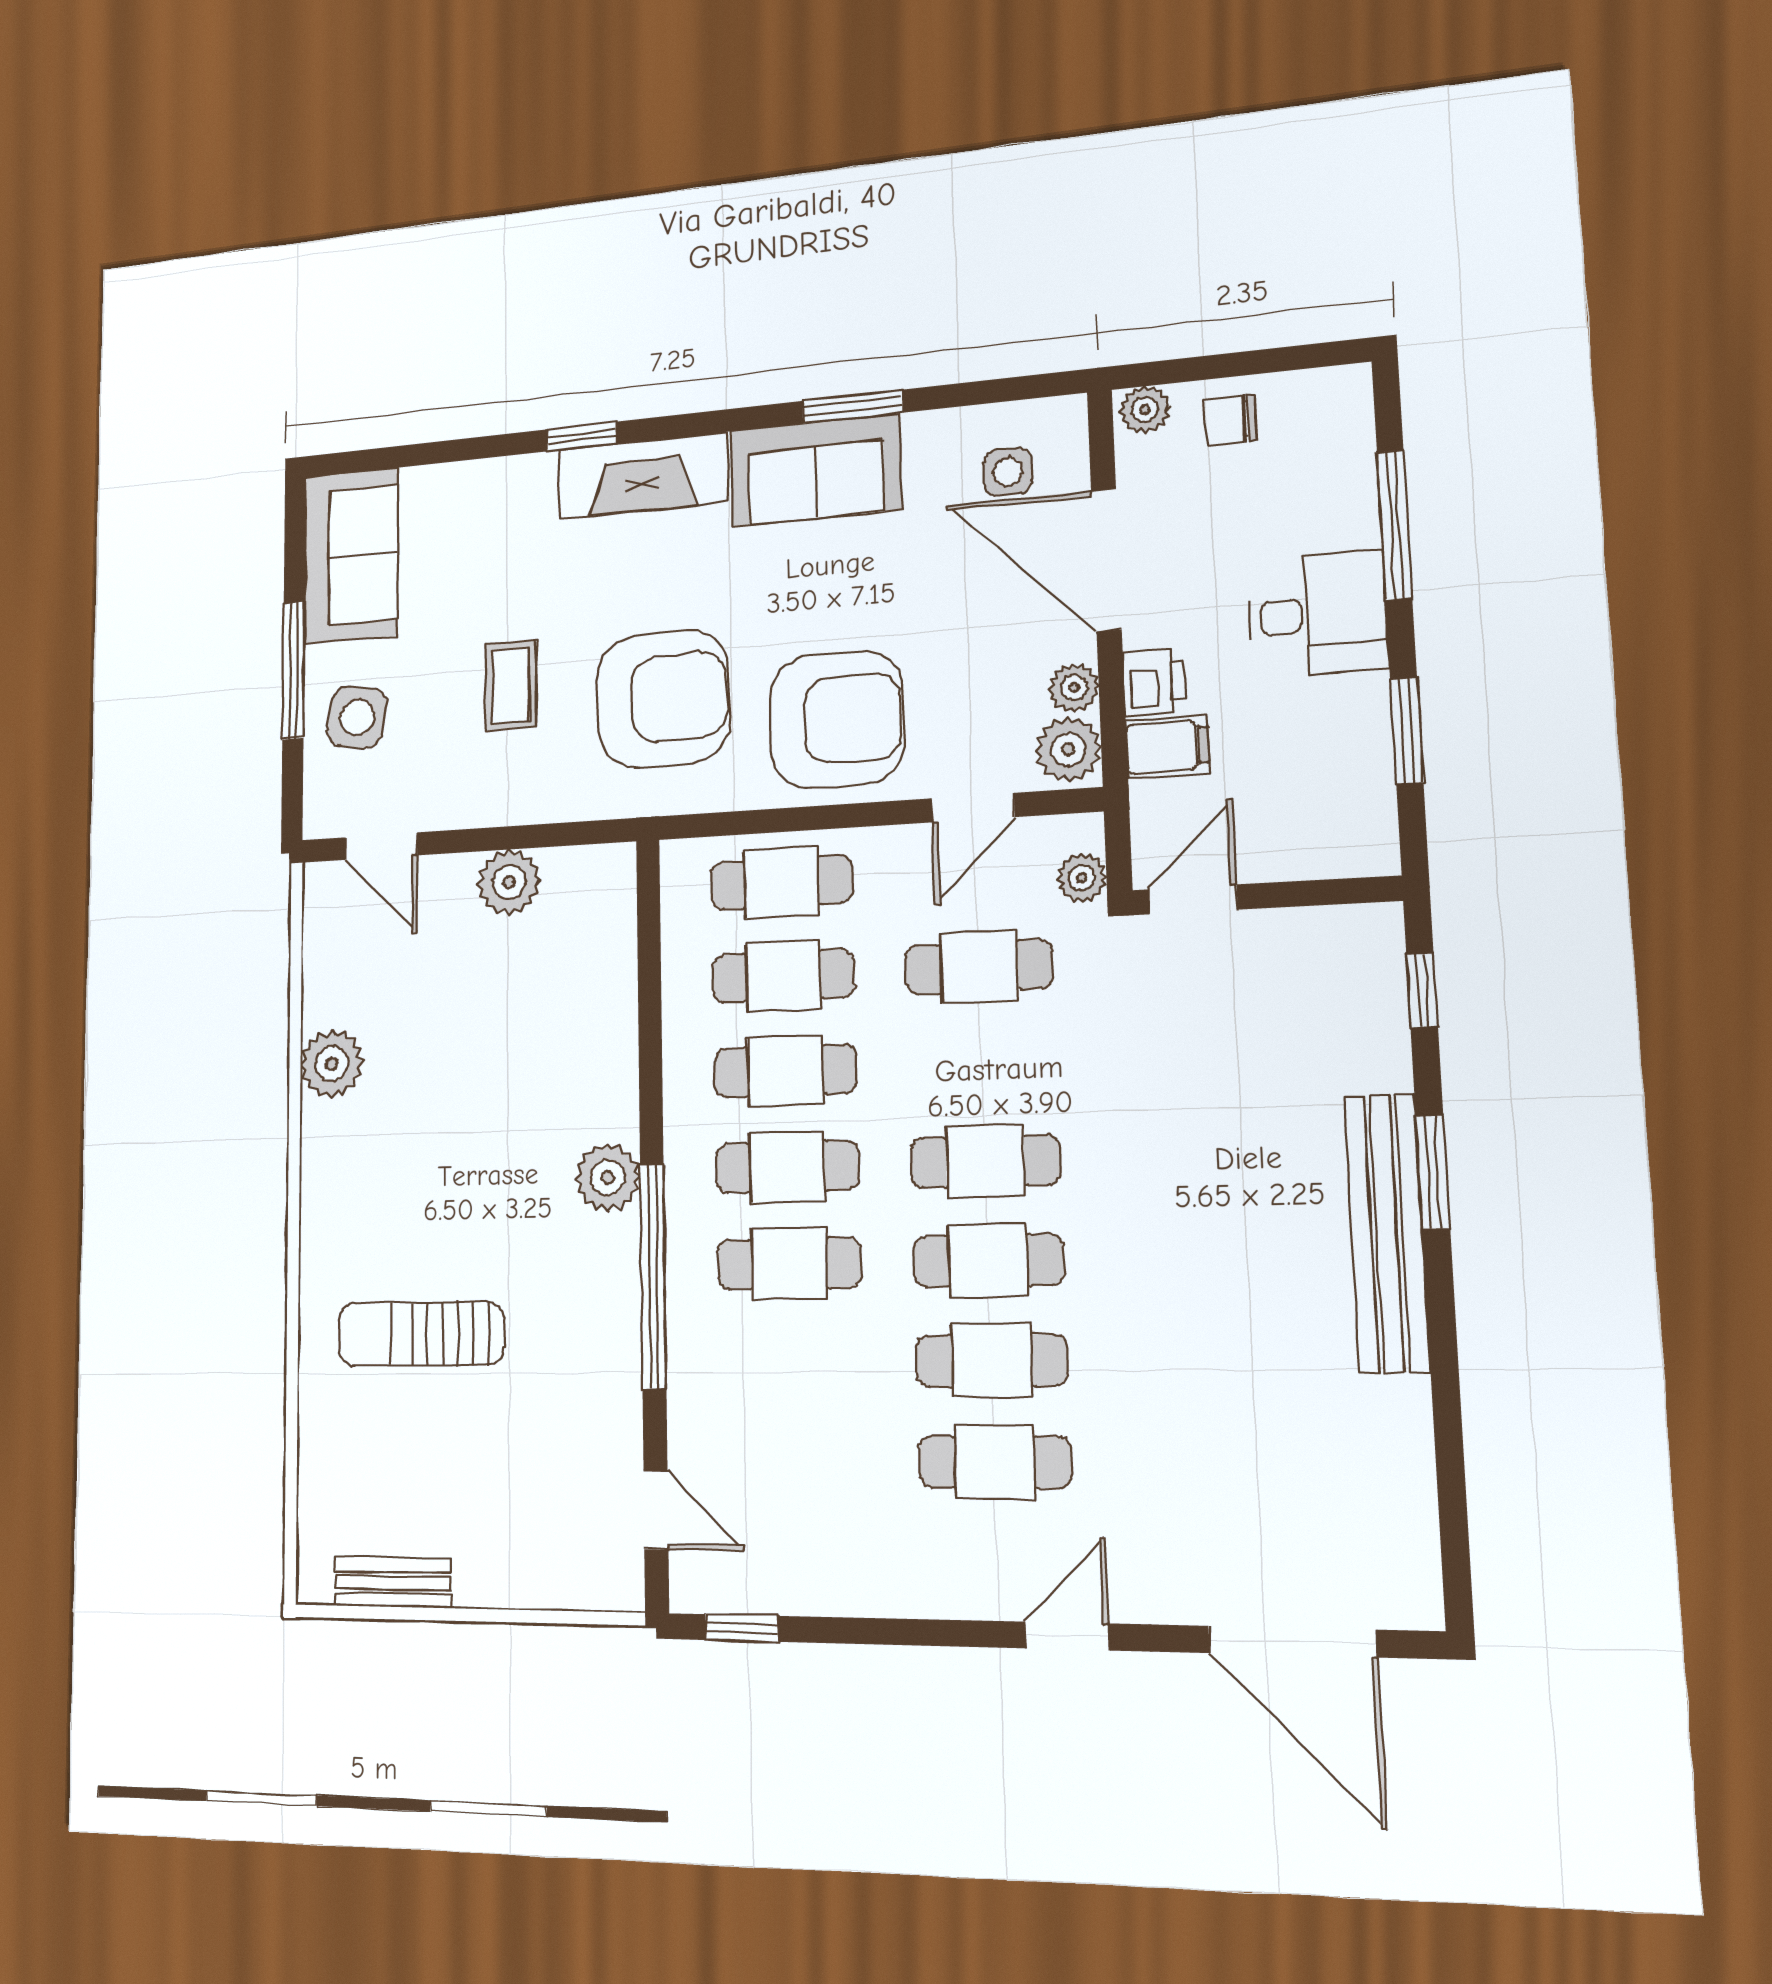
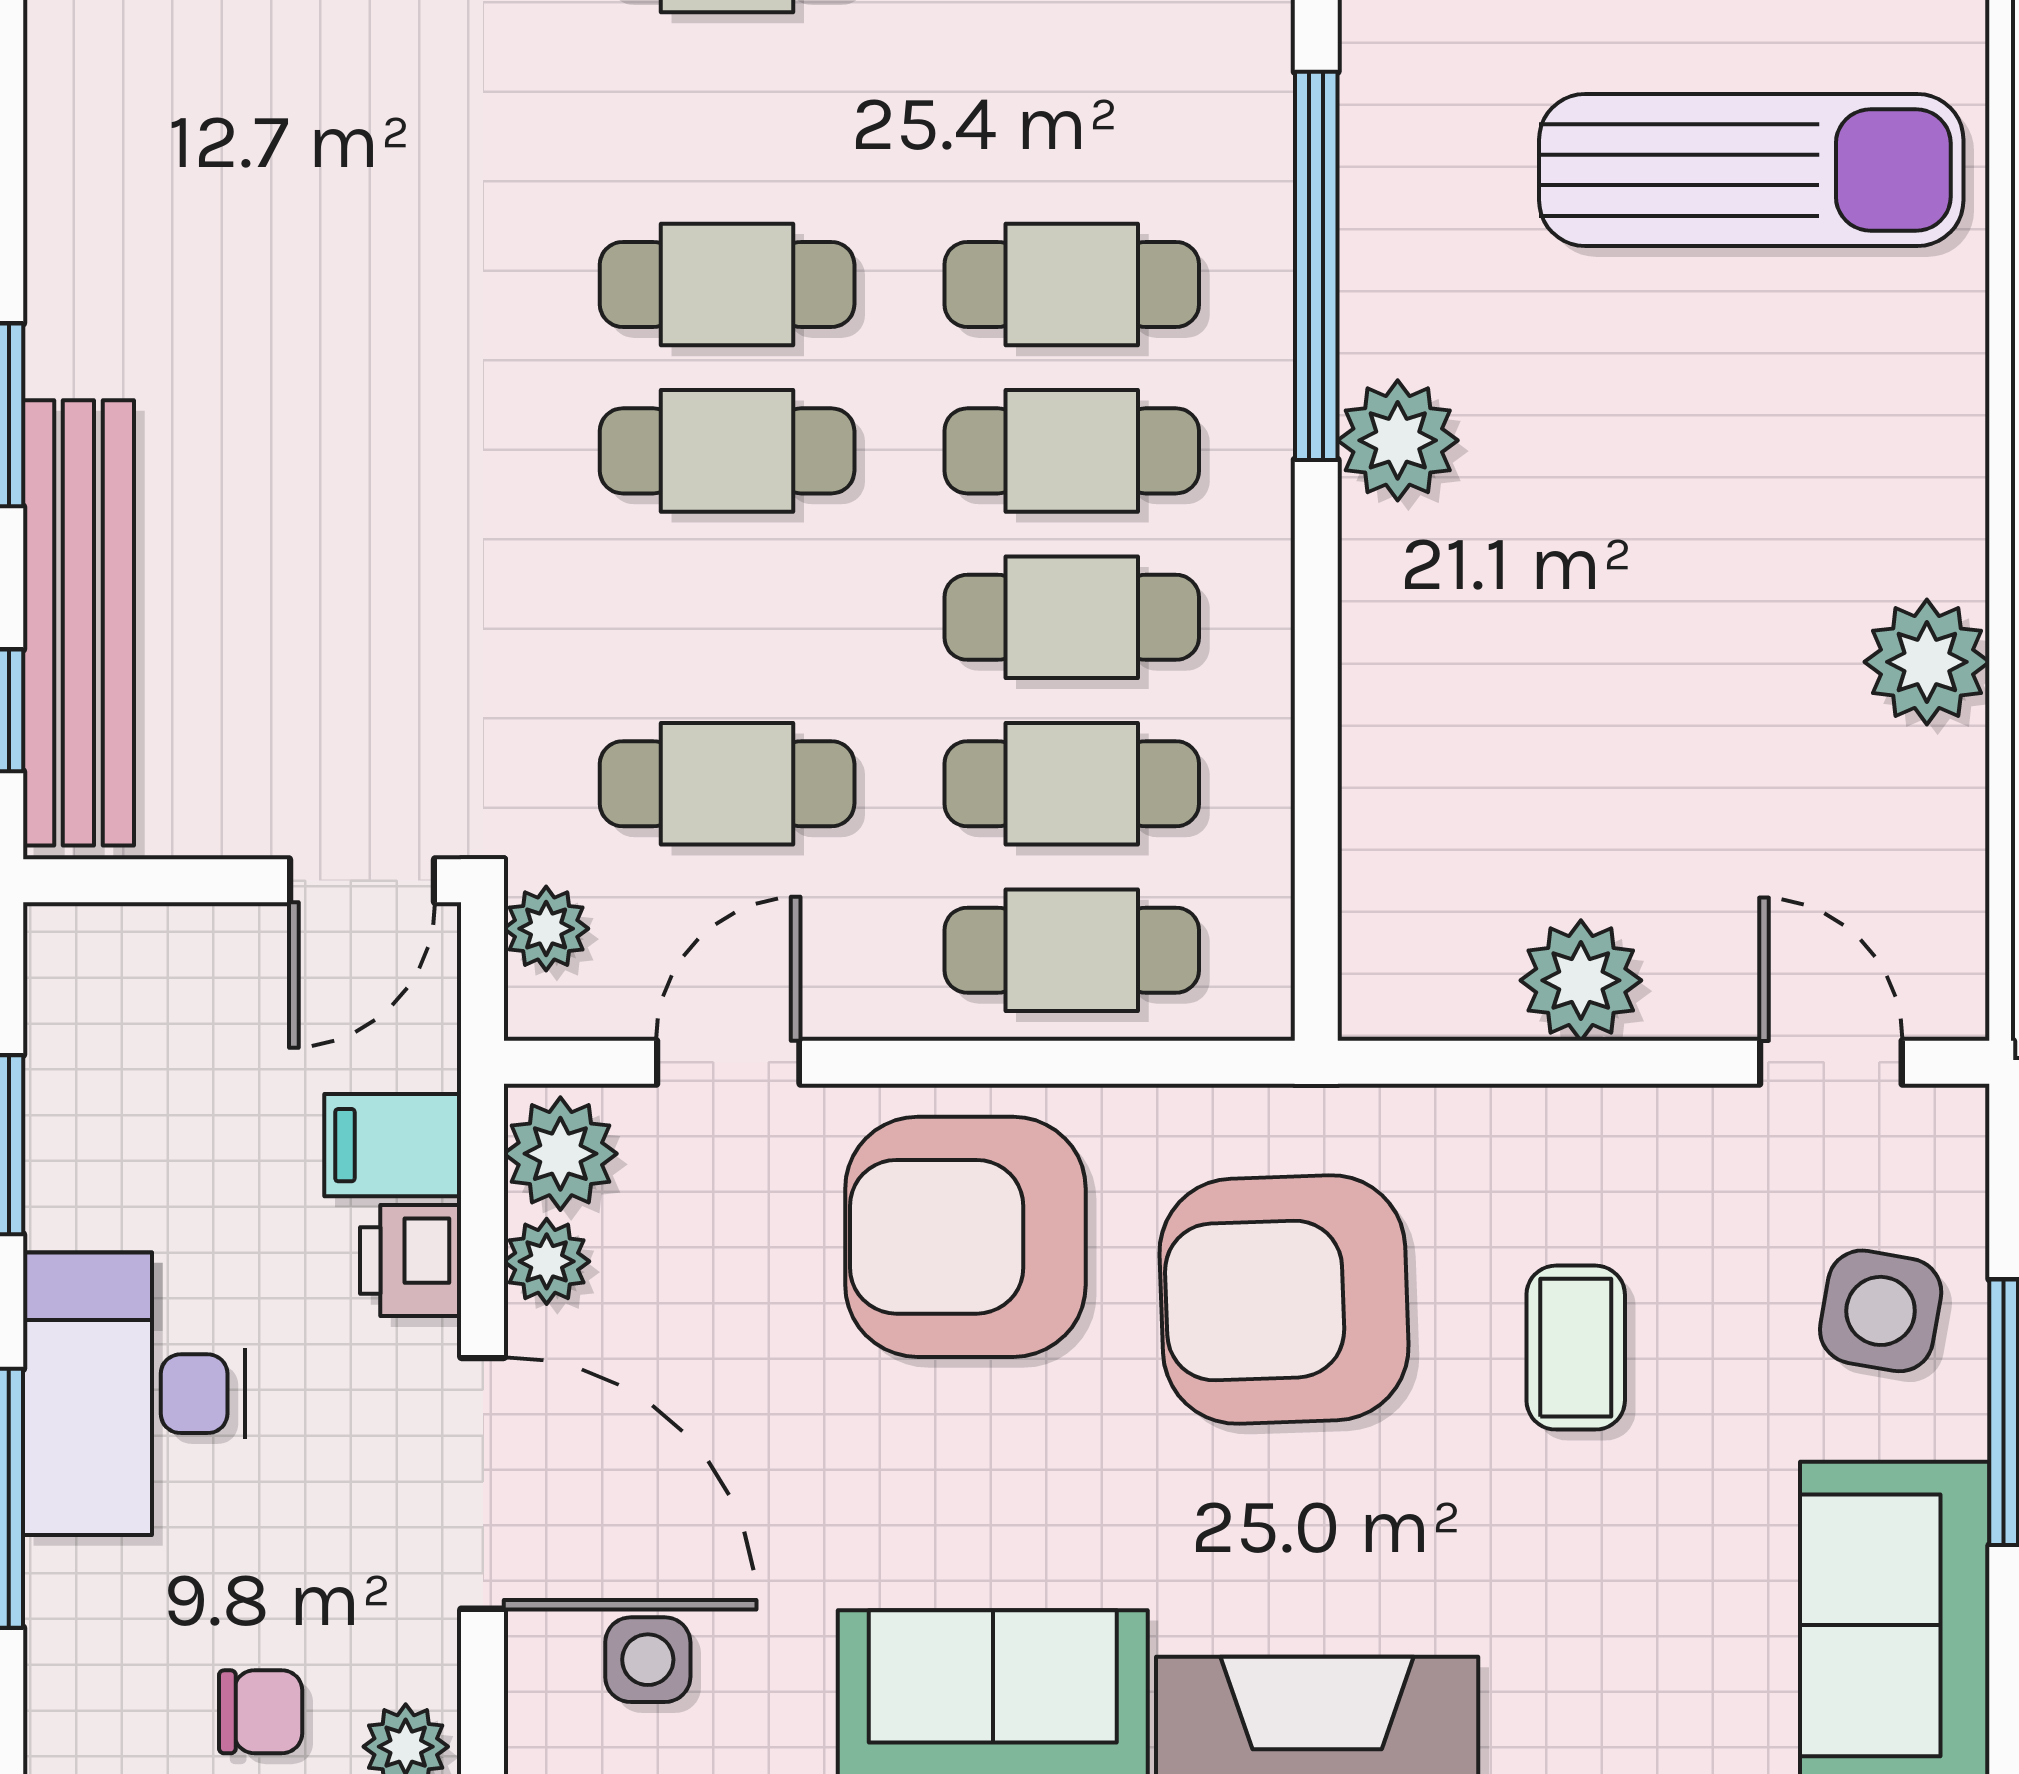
desk: (1318, 614) -> (134, 1394), width x1.37
bench: (1387, 1233) -> (78, 623), moved
sun lounger: (420, 1334) -> (1751, 170), width x1.36, depth x1.34
cafe table: (991, 1360) -> (727, 118), removed

